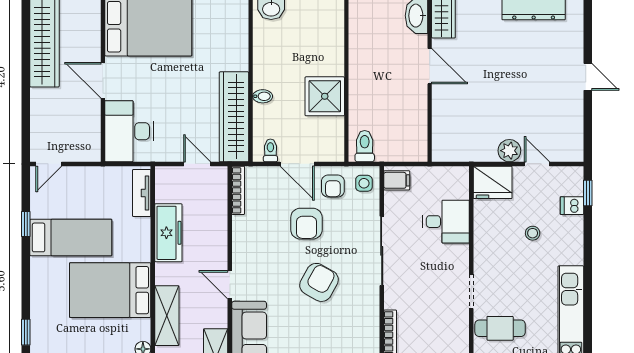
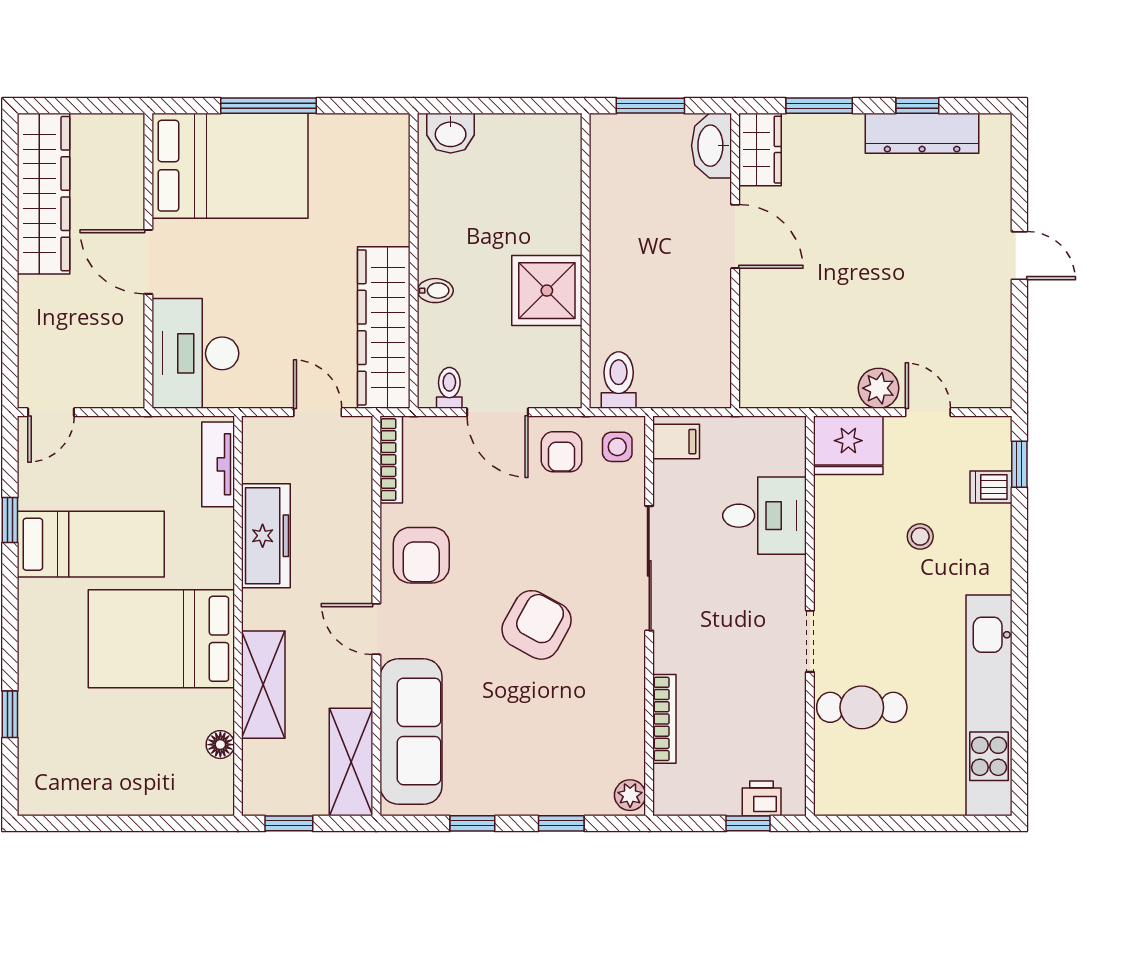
armchair: (306, 224) -> (421, 555), moved

